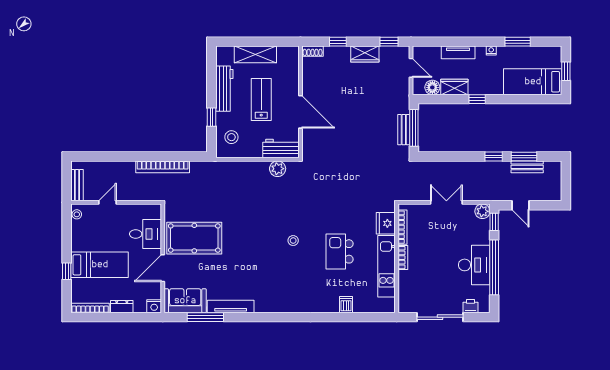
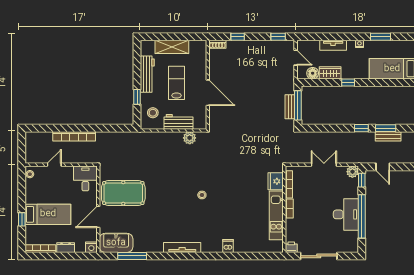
wardrobe: (365, 54) -> (259, 47), removed
workbench: (281, 149) -> (179, 122), moved
bookcase: (163, 167) -> (74, 136), moved
bench: (77, 185) -> (30, 151), removed
desk: (145, 234) -> (85, 178), moved, turned -90
kitchen island: (340, 251) -> (239, 204), removed
dishwasher: (346, 305) -> (228, 246), moved
printer: (471, 306) -> (291, 247), moved
tv unit: (231, 307) -> (182, 247), moved

